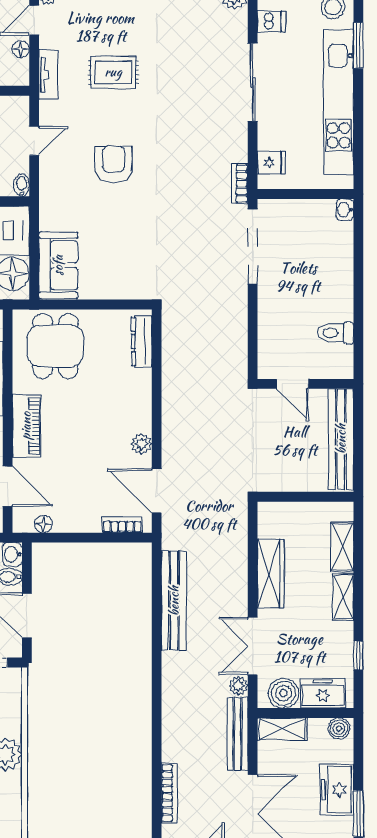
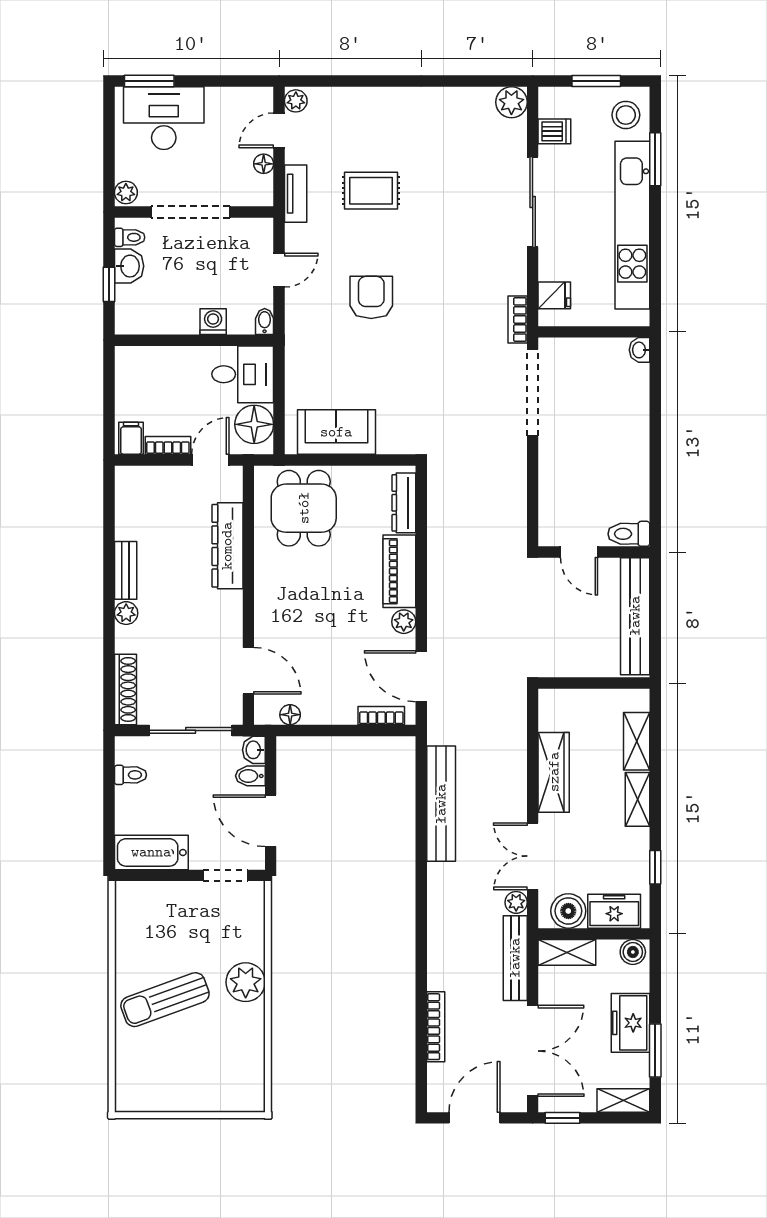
sofa: (58, 265) -> (336, 432), moved, turned -90
toilet: (336, 333) -> (629, 534), moved
piano: (26, 426) -> (399, 571), moved, turned 180

